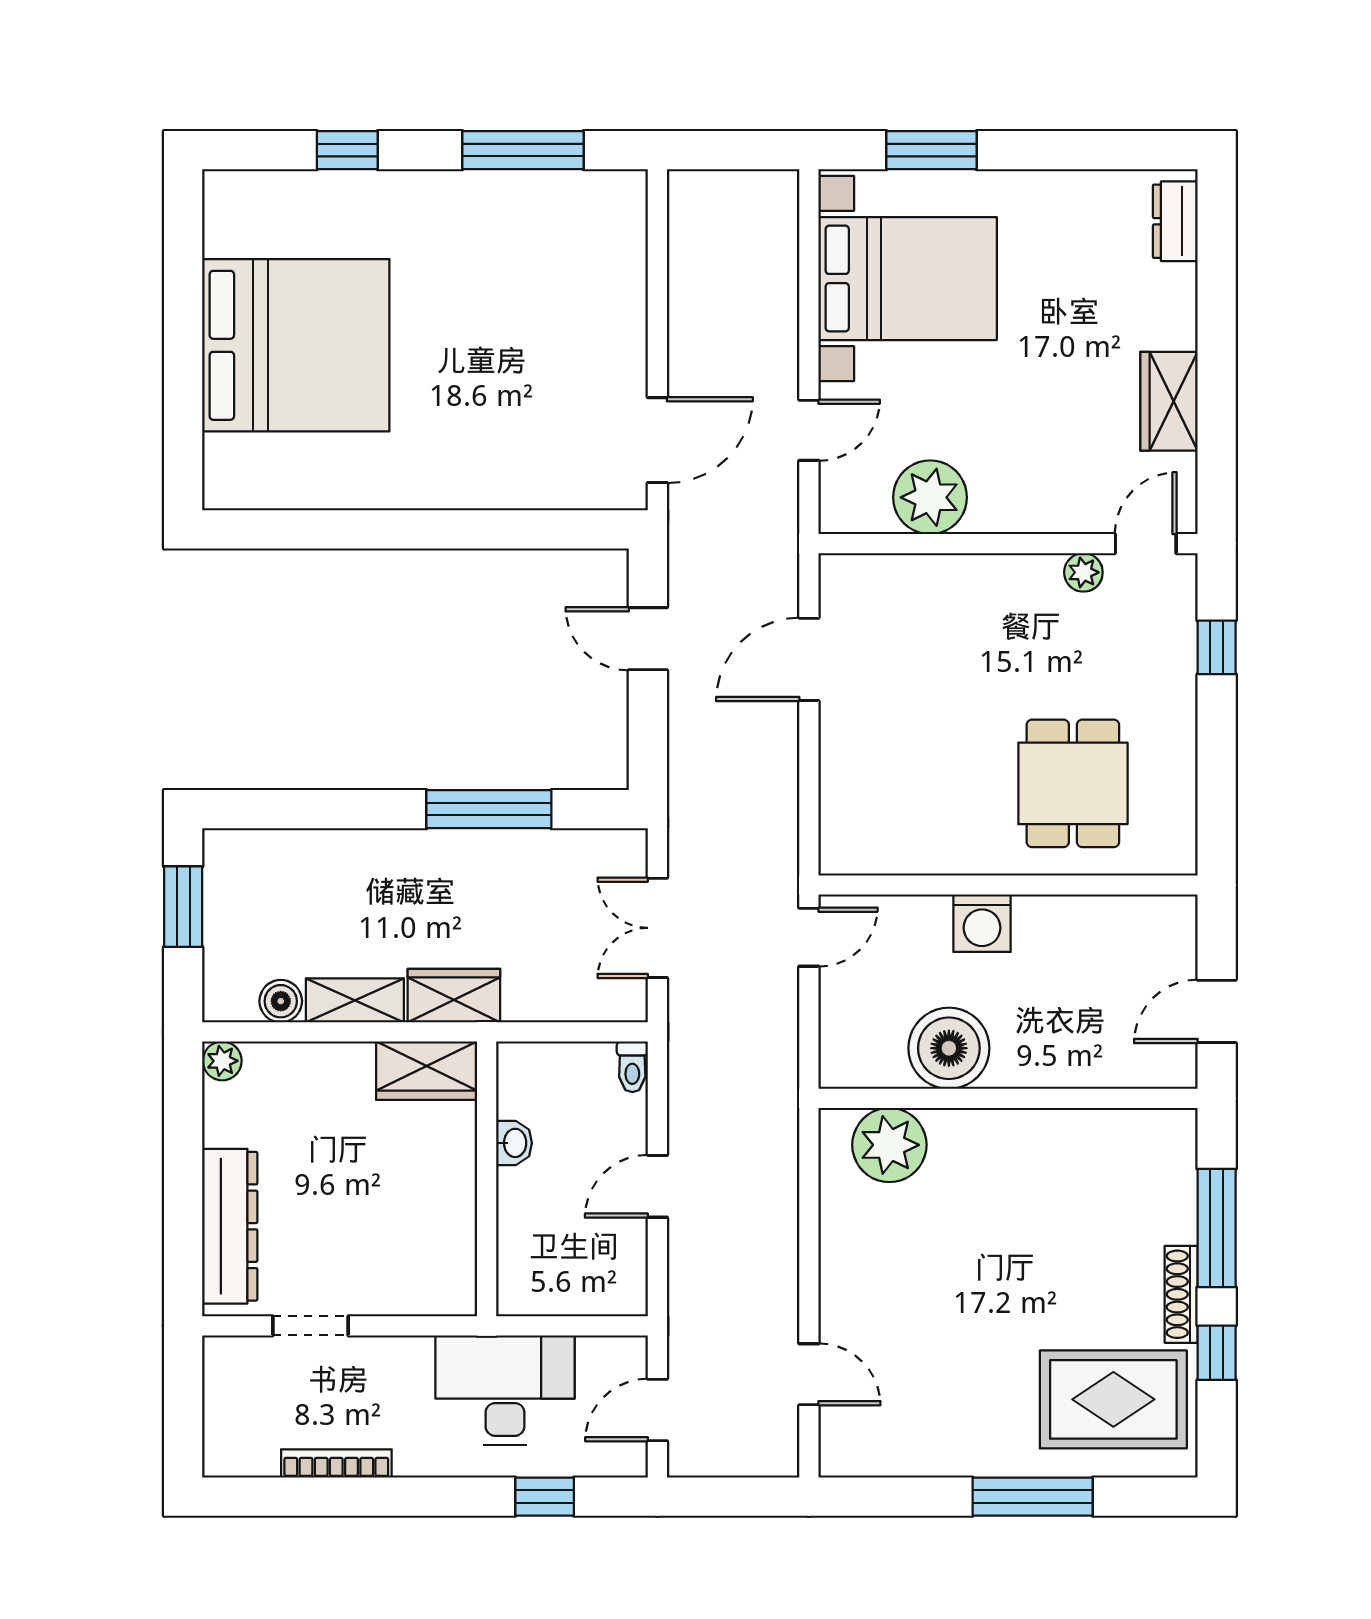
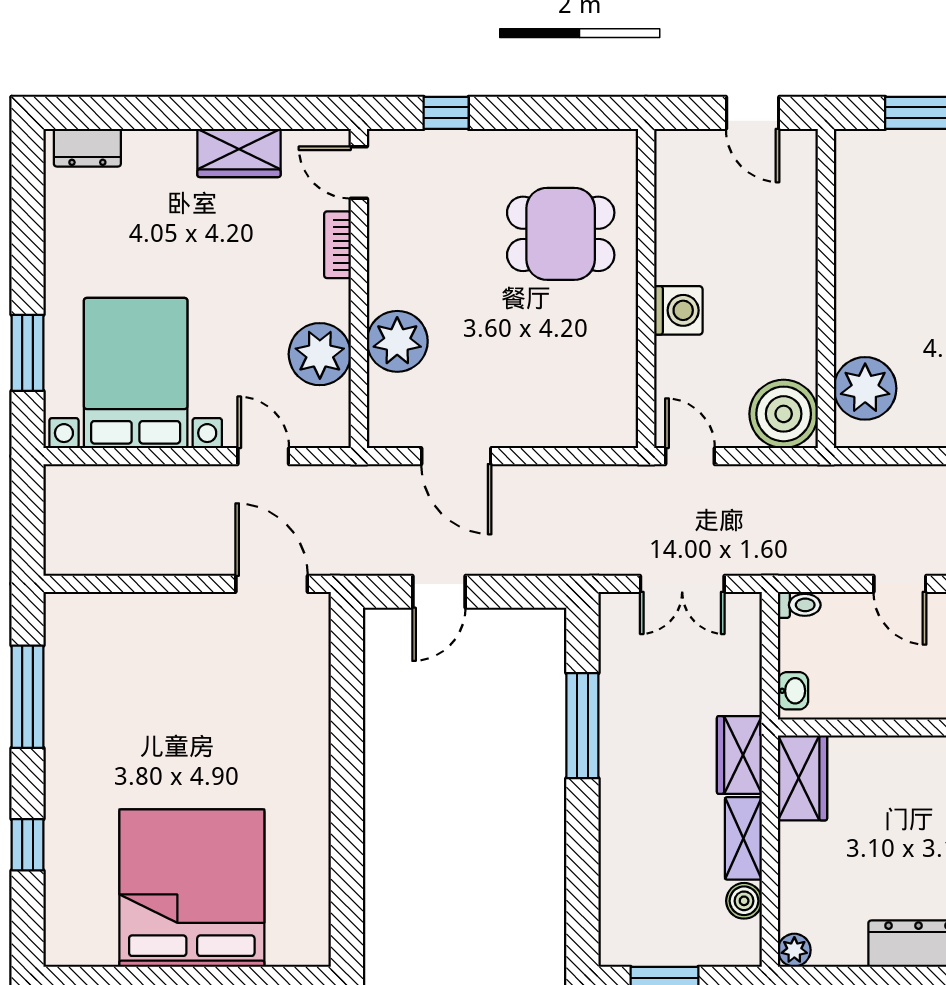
bookcase: (1060, 518) -> (337, 245), added
plant: (1083, 572) -> (397, 341), moved, width x1.87, depth x1.87
boiler: (949, 1048) -> (784, 414), moved
washbasin: (514, 1143) -> (793, 691), moved, turned 90

